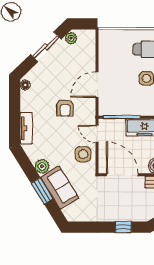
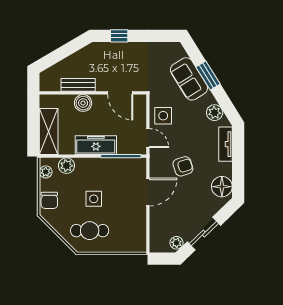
floor lamp: (25, 85) -> (222, 187), width x1.89, depth x1.89
armchair: (65, 108) -> (183, 166), turned 72
plant: (42, 166) -> (215, 113), moved
door: (122, 175) -> (120, 93), width x0.73

